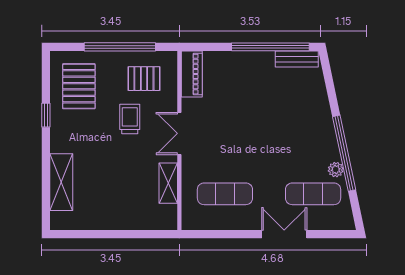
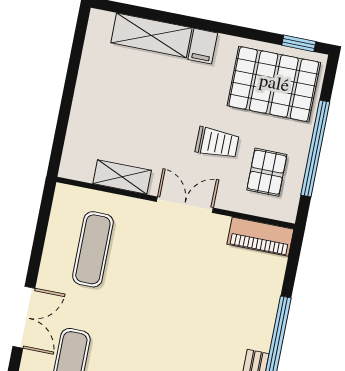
pallet: (79, 86) -> (274, 84), width x1.37, depth x1.41
window: (46, 115) -> (299, 43), moved
filing cabinet: (62, 143) -> (203, 46), added

